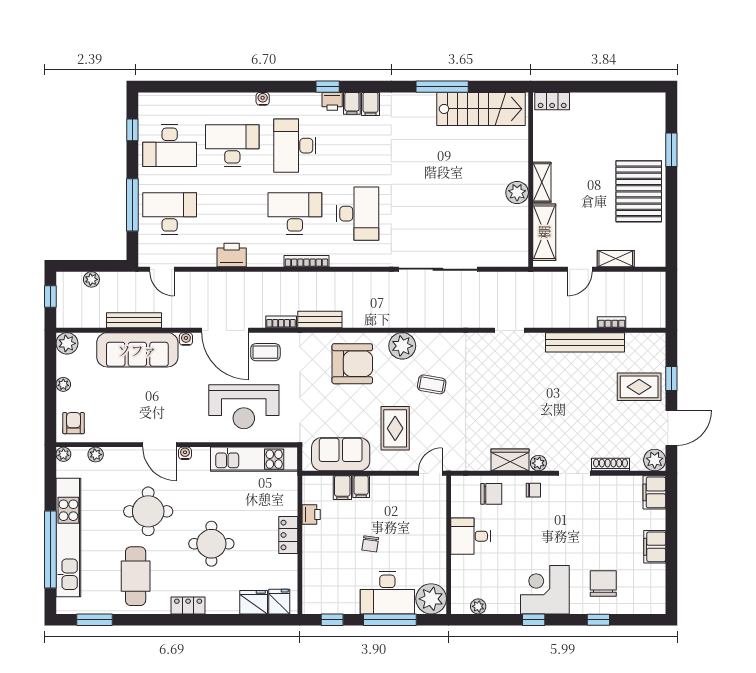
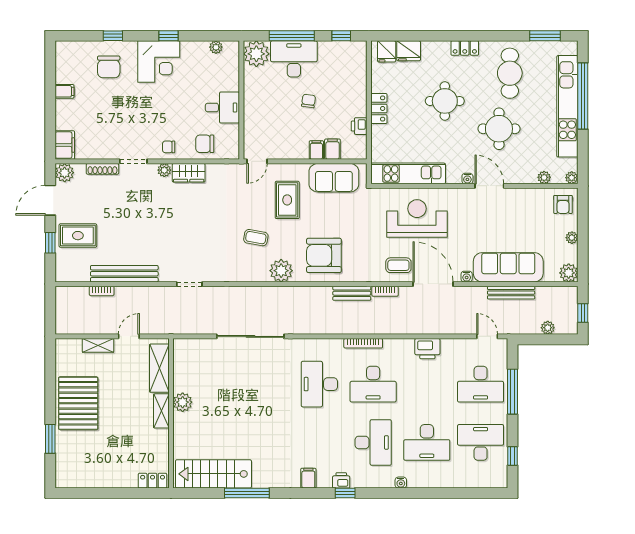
filing cabinet: (352, 103) -> (324, 479), removed
filing cabinet: (655, 547) -> (65, 91), width x0.50

